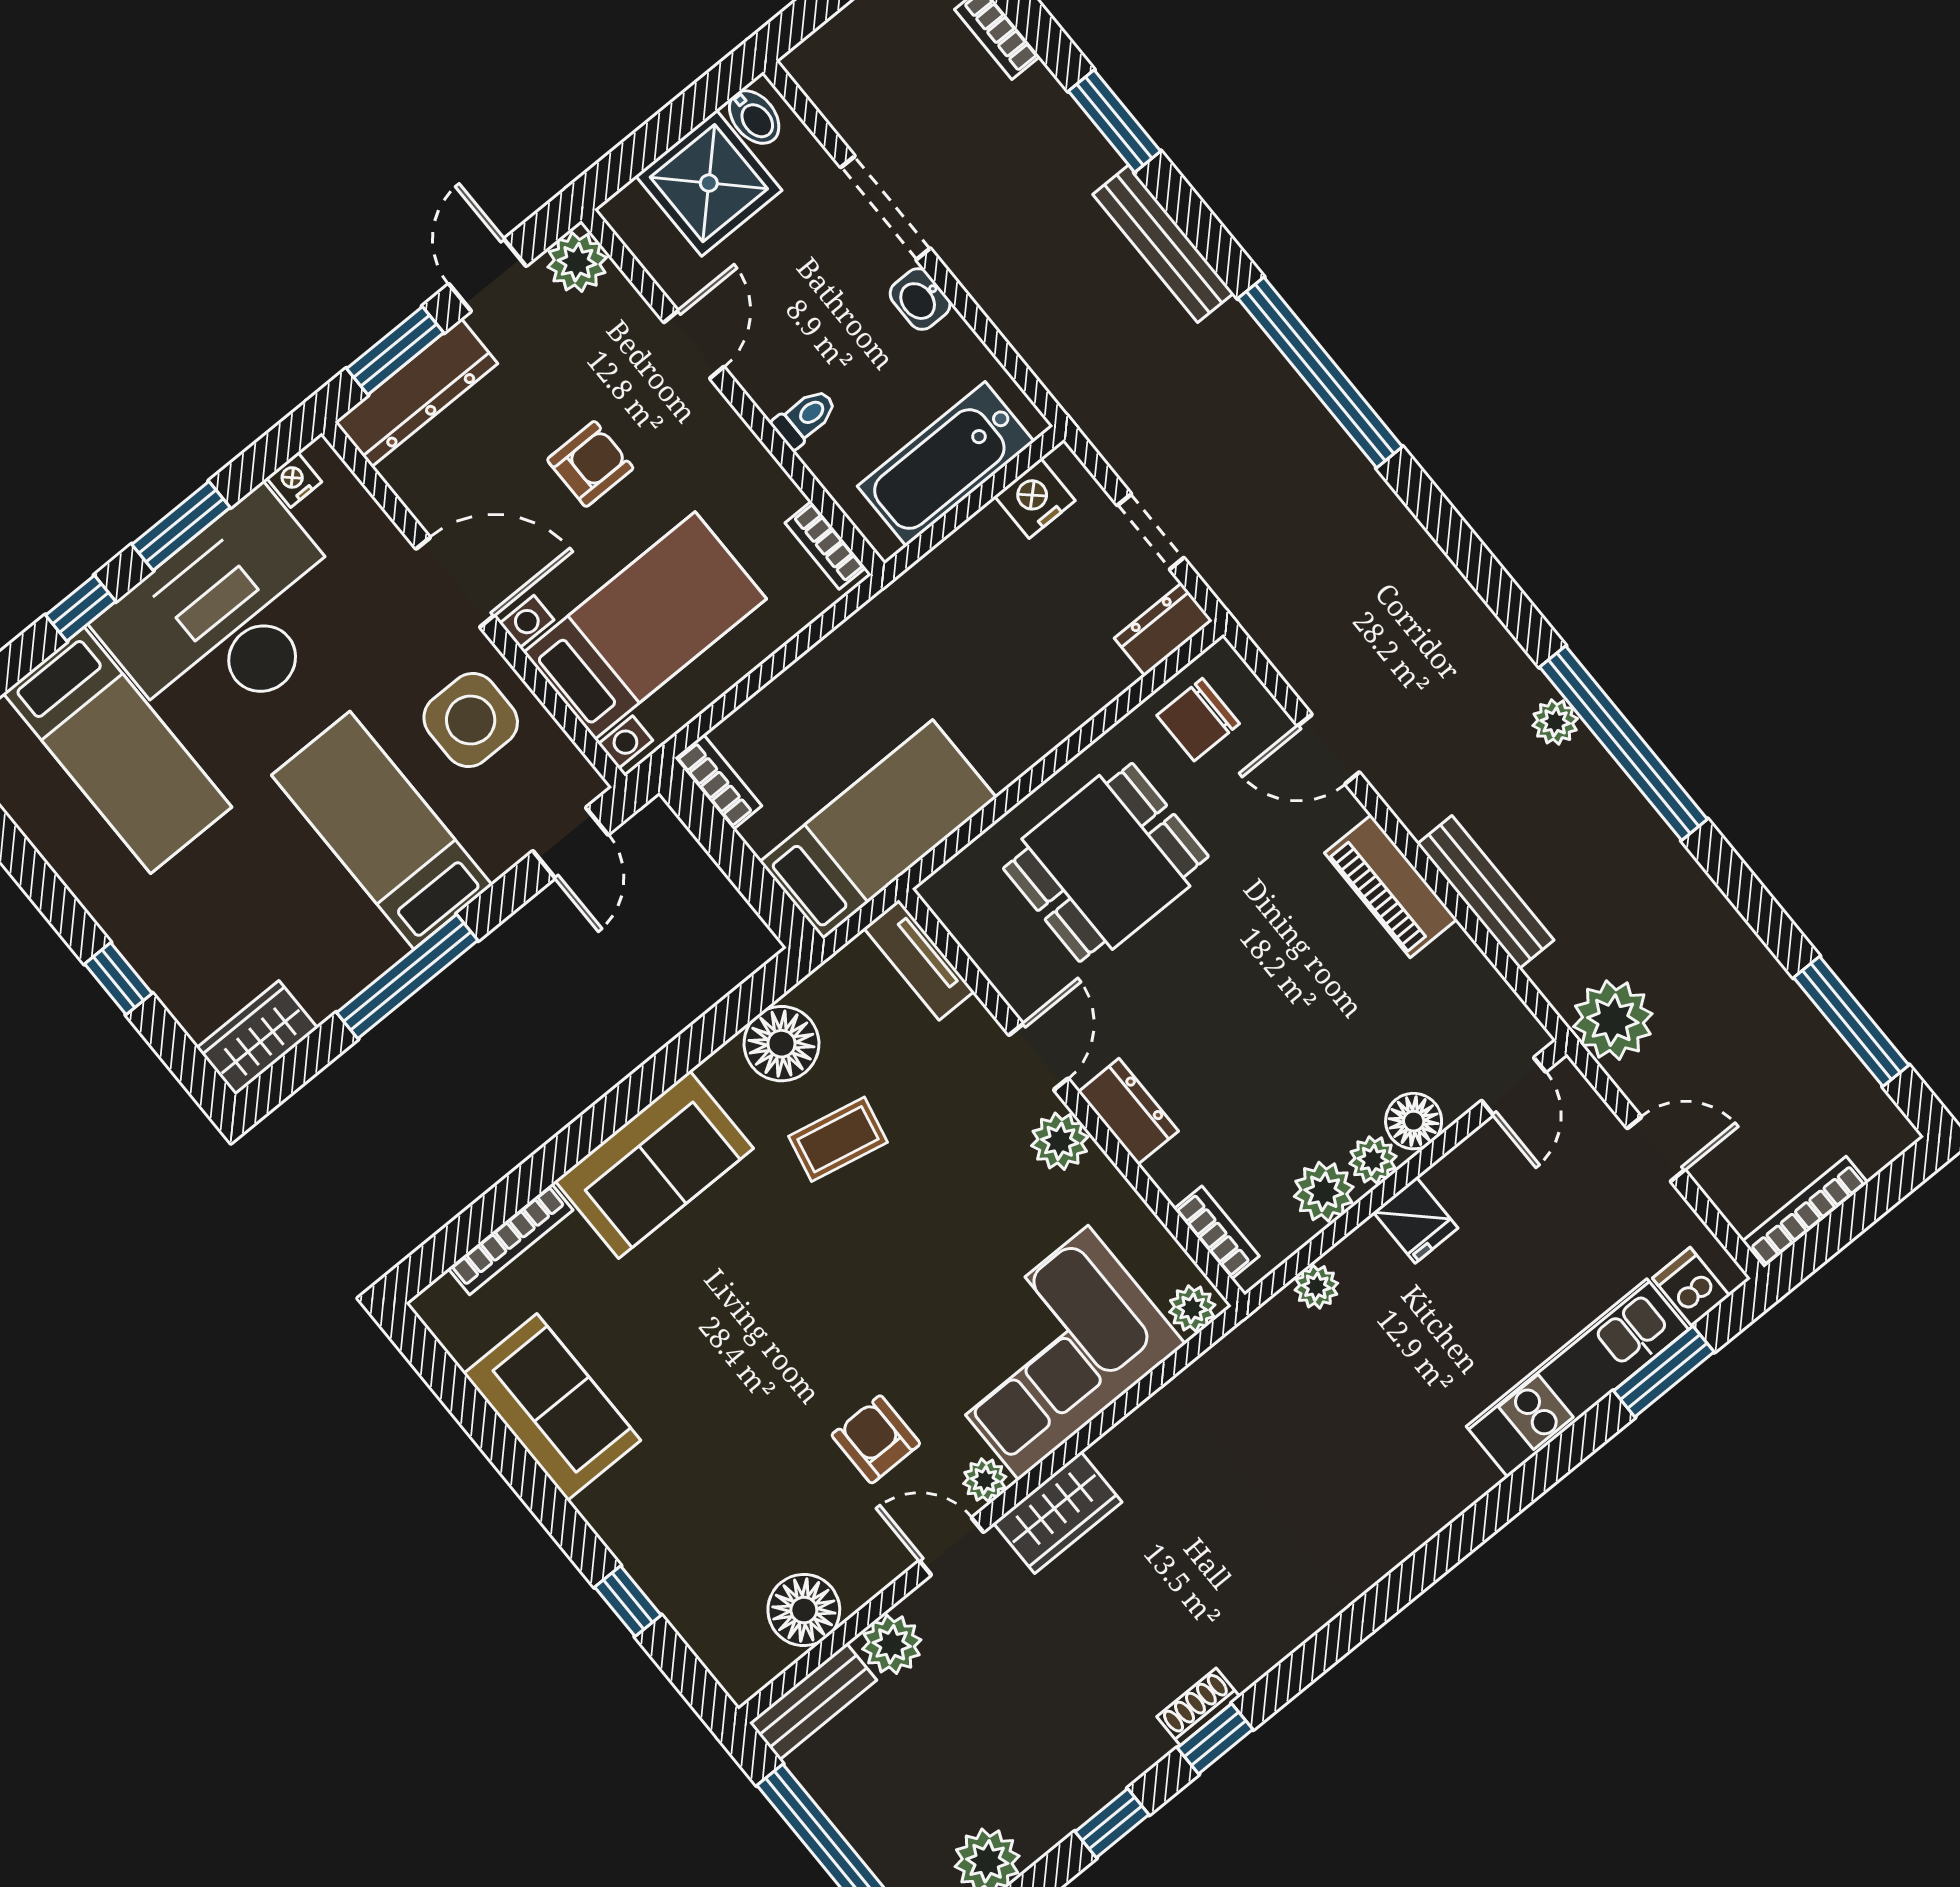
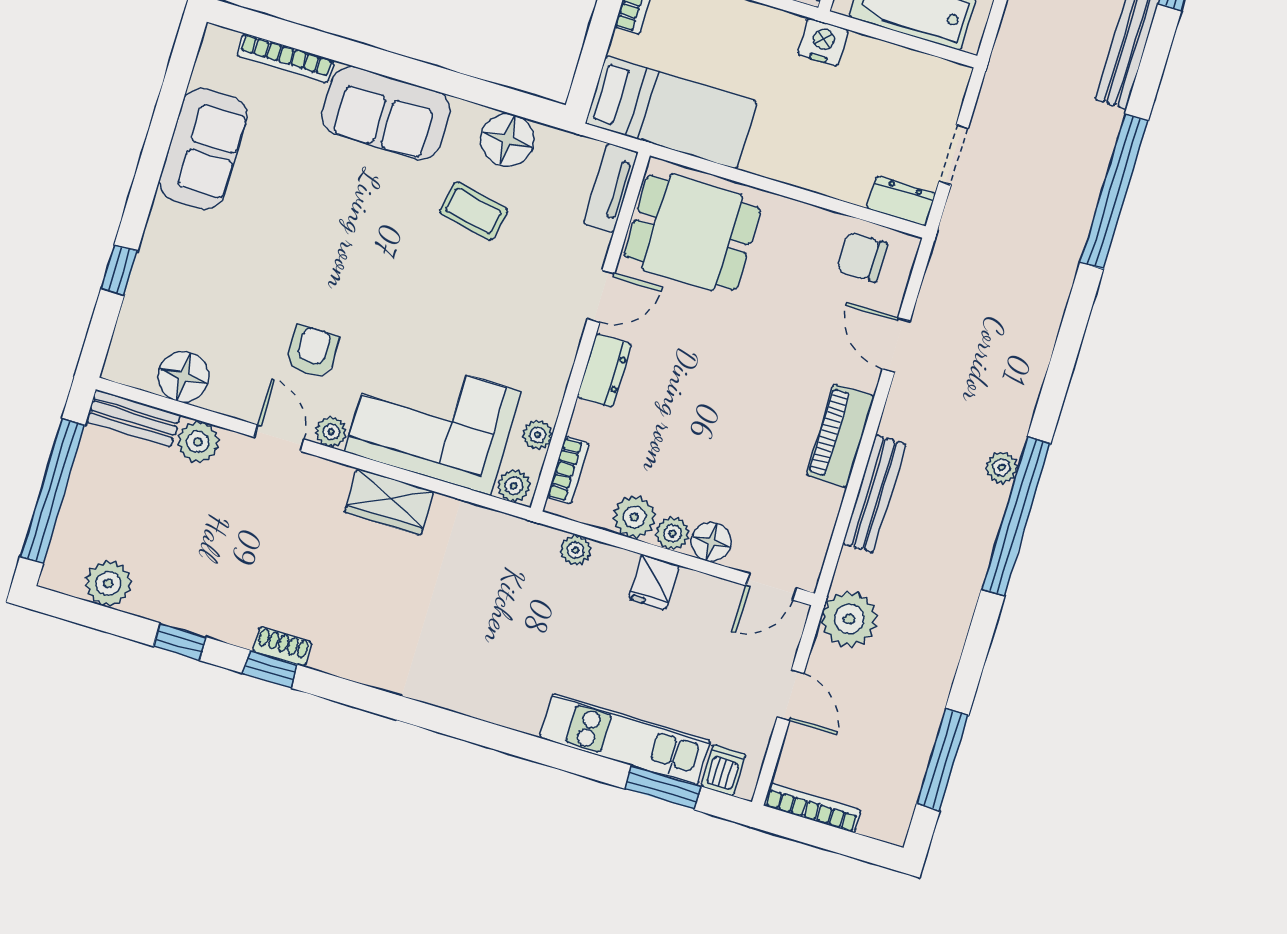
nightstand: (1035, 498) -> (823, 42), moved
dining table: (1106, 862) -> (692, 232), moved
plant: (1060, 1141) -> (538, 435), moved, width x0.73, depth x0.73
wardrobe: (1058, 1513) -> (389, 502), moved

